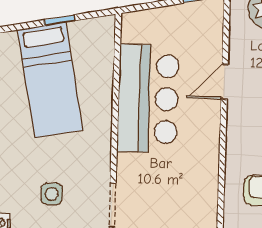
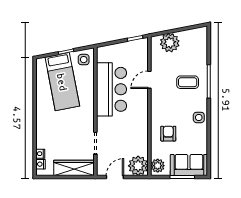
side table: (52, 194) -> (84, 60), moved

